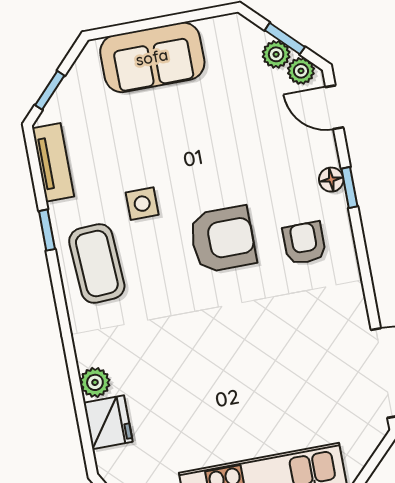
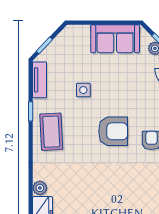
sofa: (152, 57) -> (115, 39), moved
side table: (142, 204) -> (83, 90), moved

